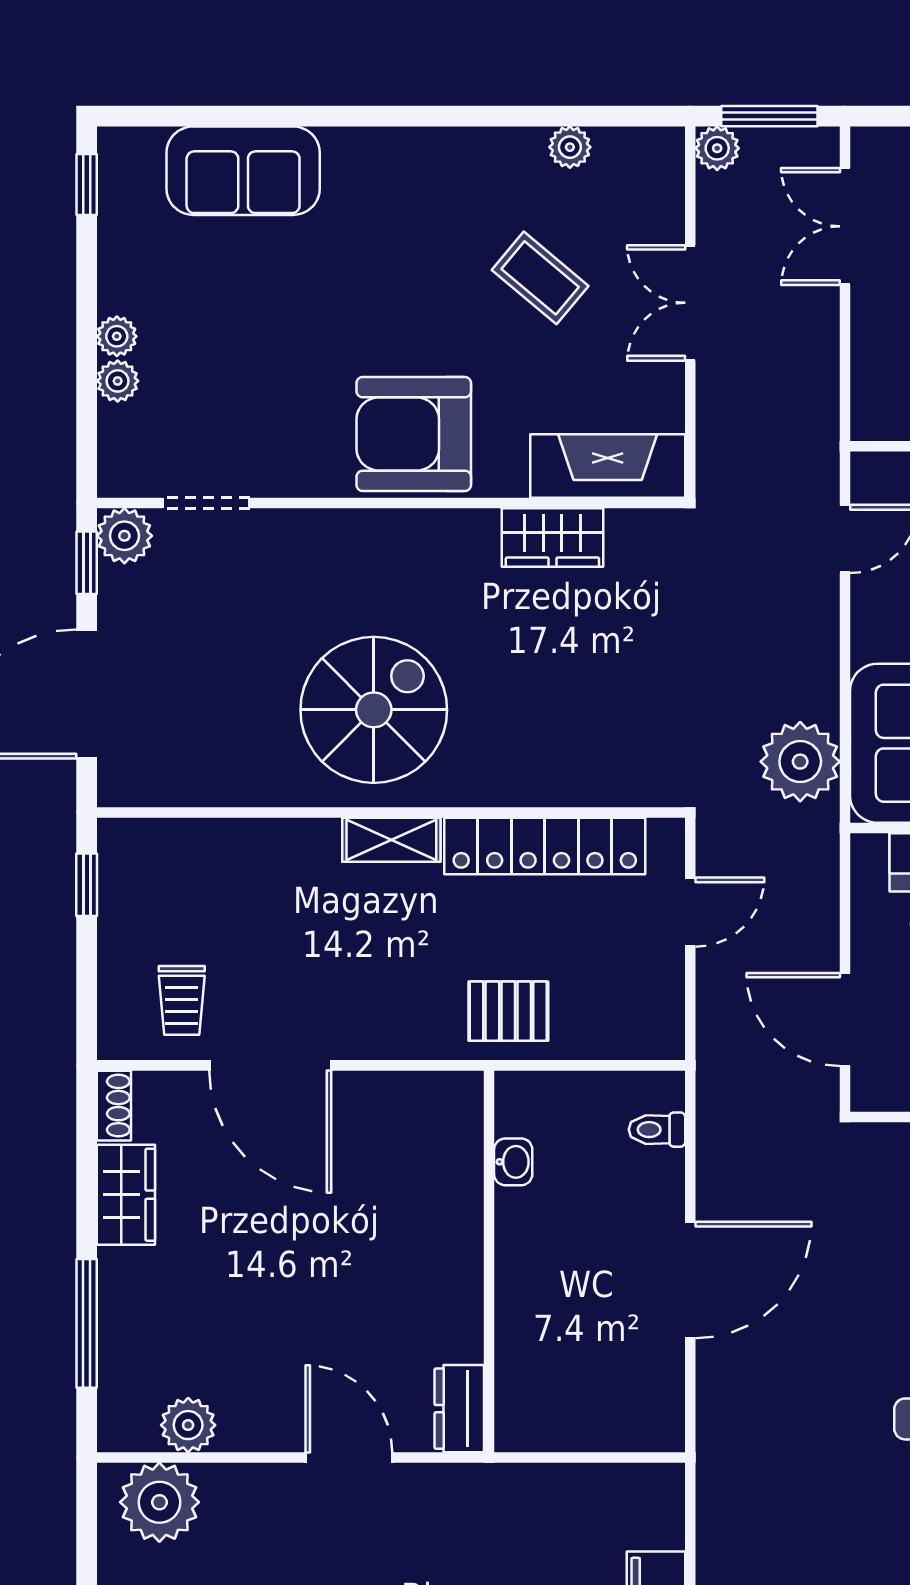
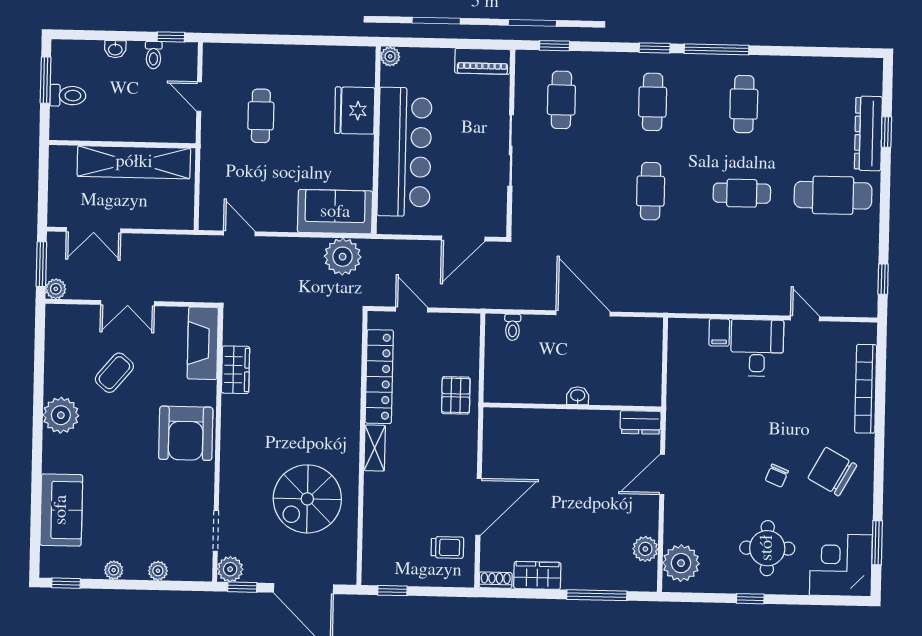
plant: (570, 147) -> (61, 415), moved, width x1.88, depth x1.88
plant: (117, 336) -> (114, 570), moved
spiral stairs: (374, 710) -> (307, 499), moved, turned -90
washbasin: (513, 1162) -> (578, 396), moved

